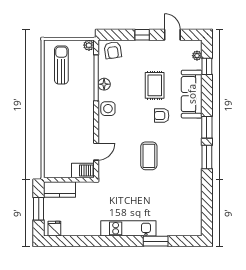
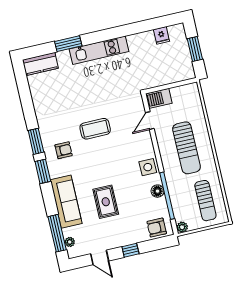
armchair: (113, 50) -> (157, 228), turned -82
window: (207, 66) -> (57, 233), width x2.17
armchair: (162, 116) -> (64, 150), moved
sun lounger: (68, 118) -> (187, 148), added
coffee table: (149, 156) -> (95, 129), turned 90
kitchen counter: (59, 190) -> (40, 64), moved, turned 180
fridge: (54, 229) -> (161, 35), moved

